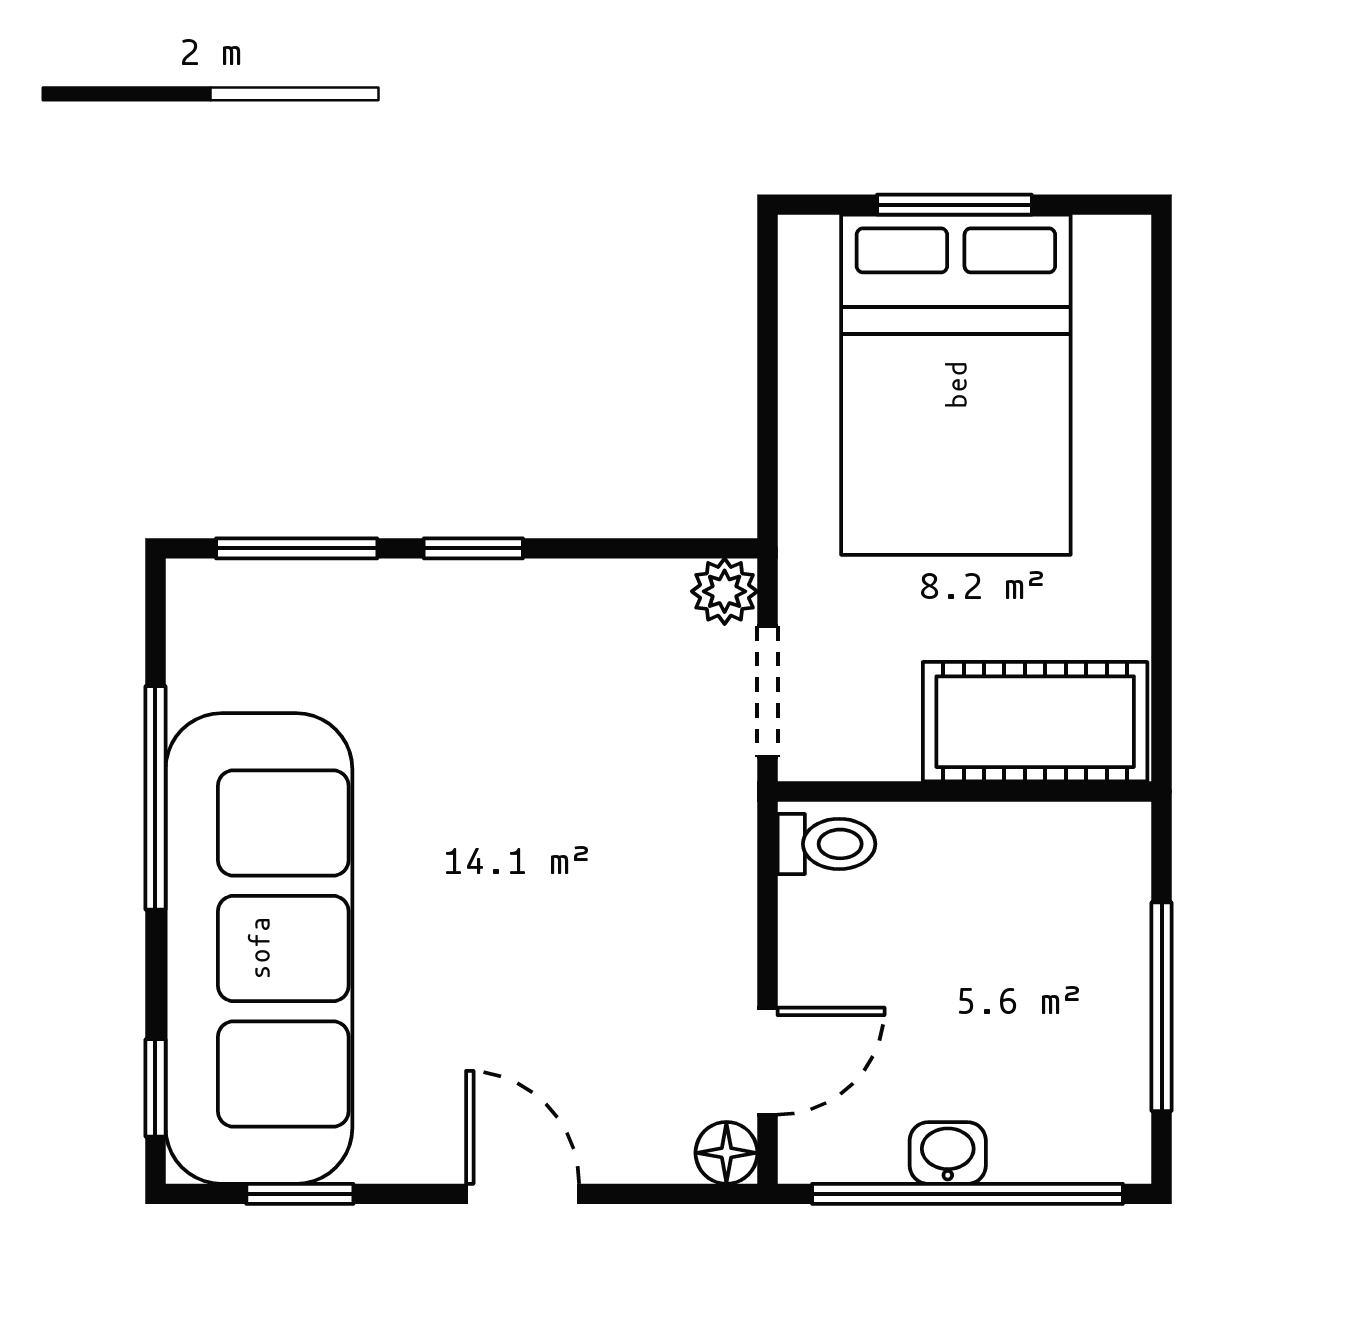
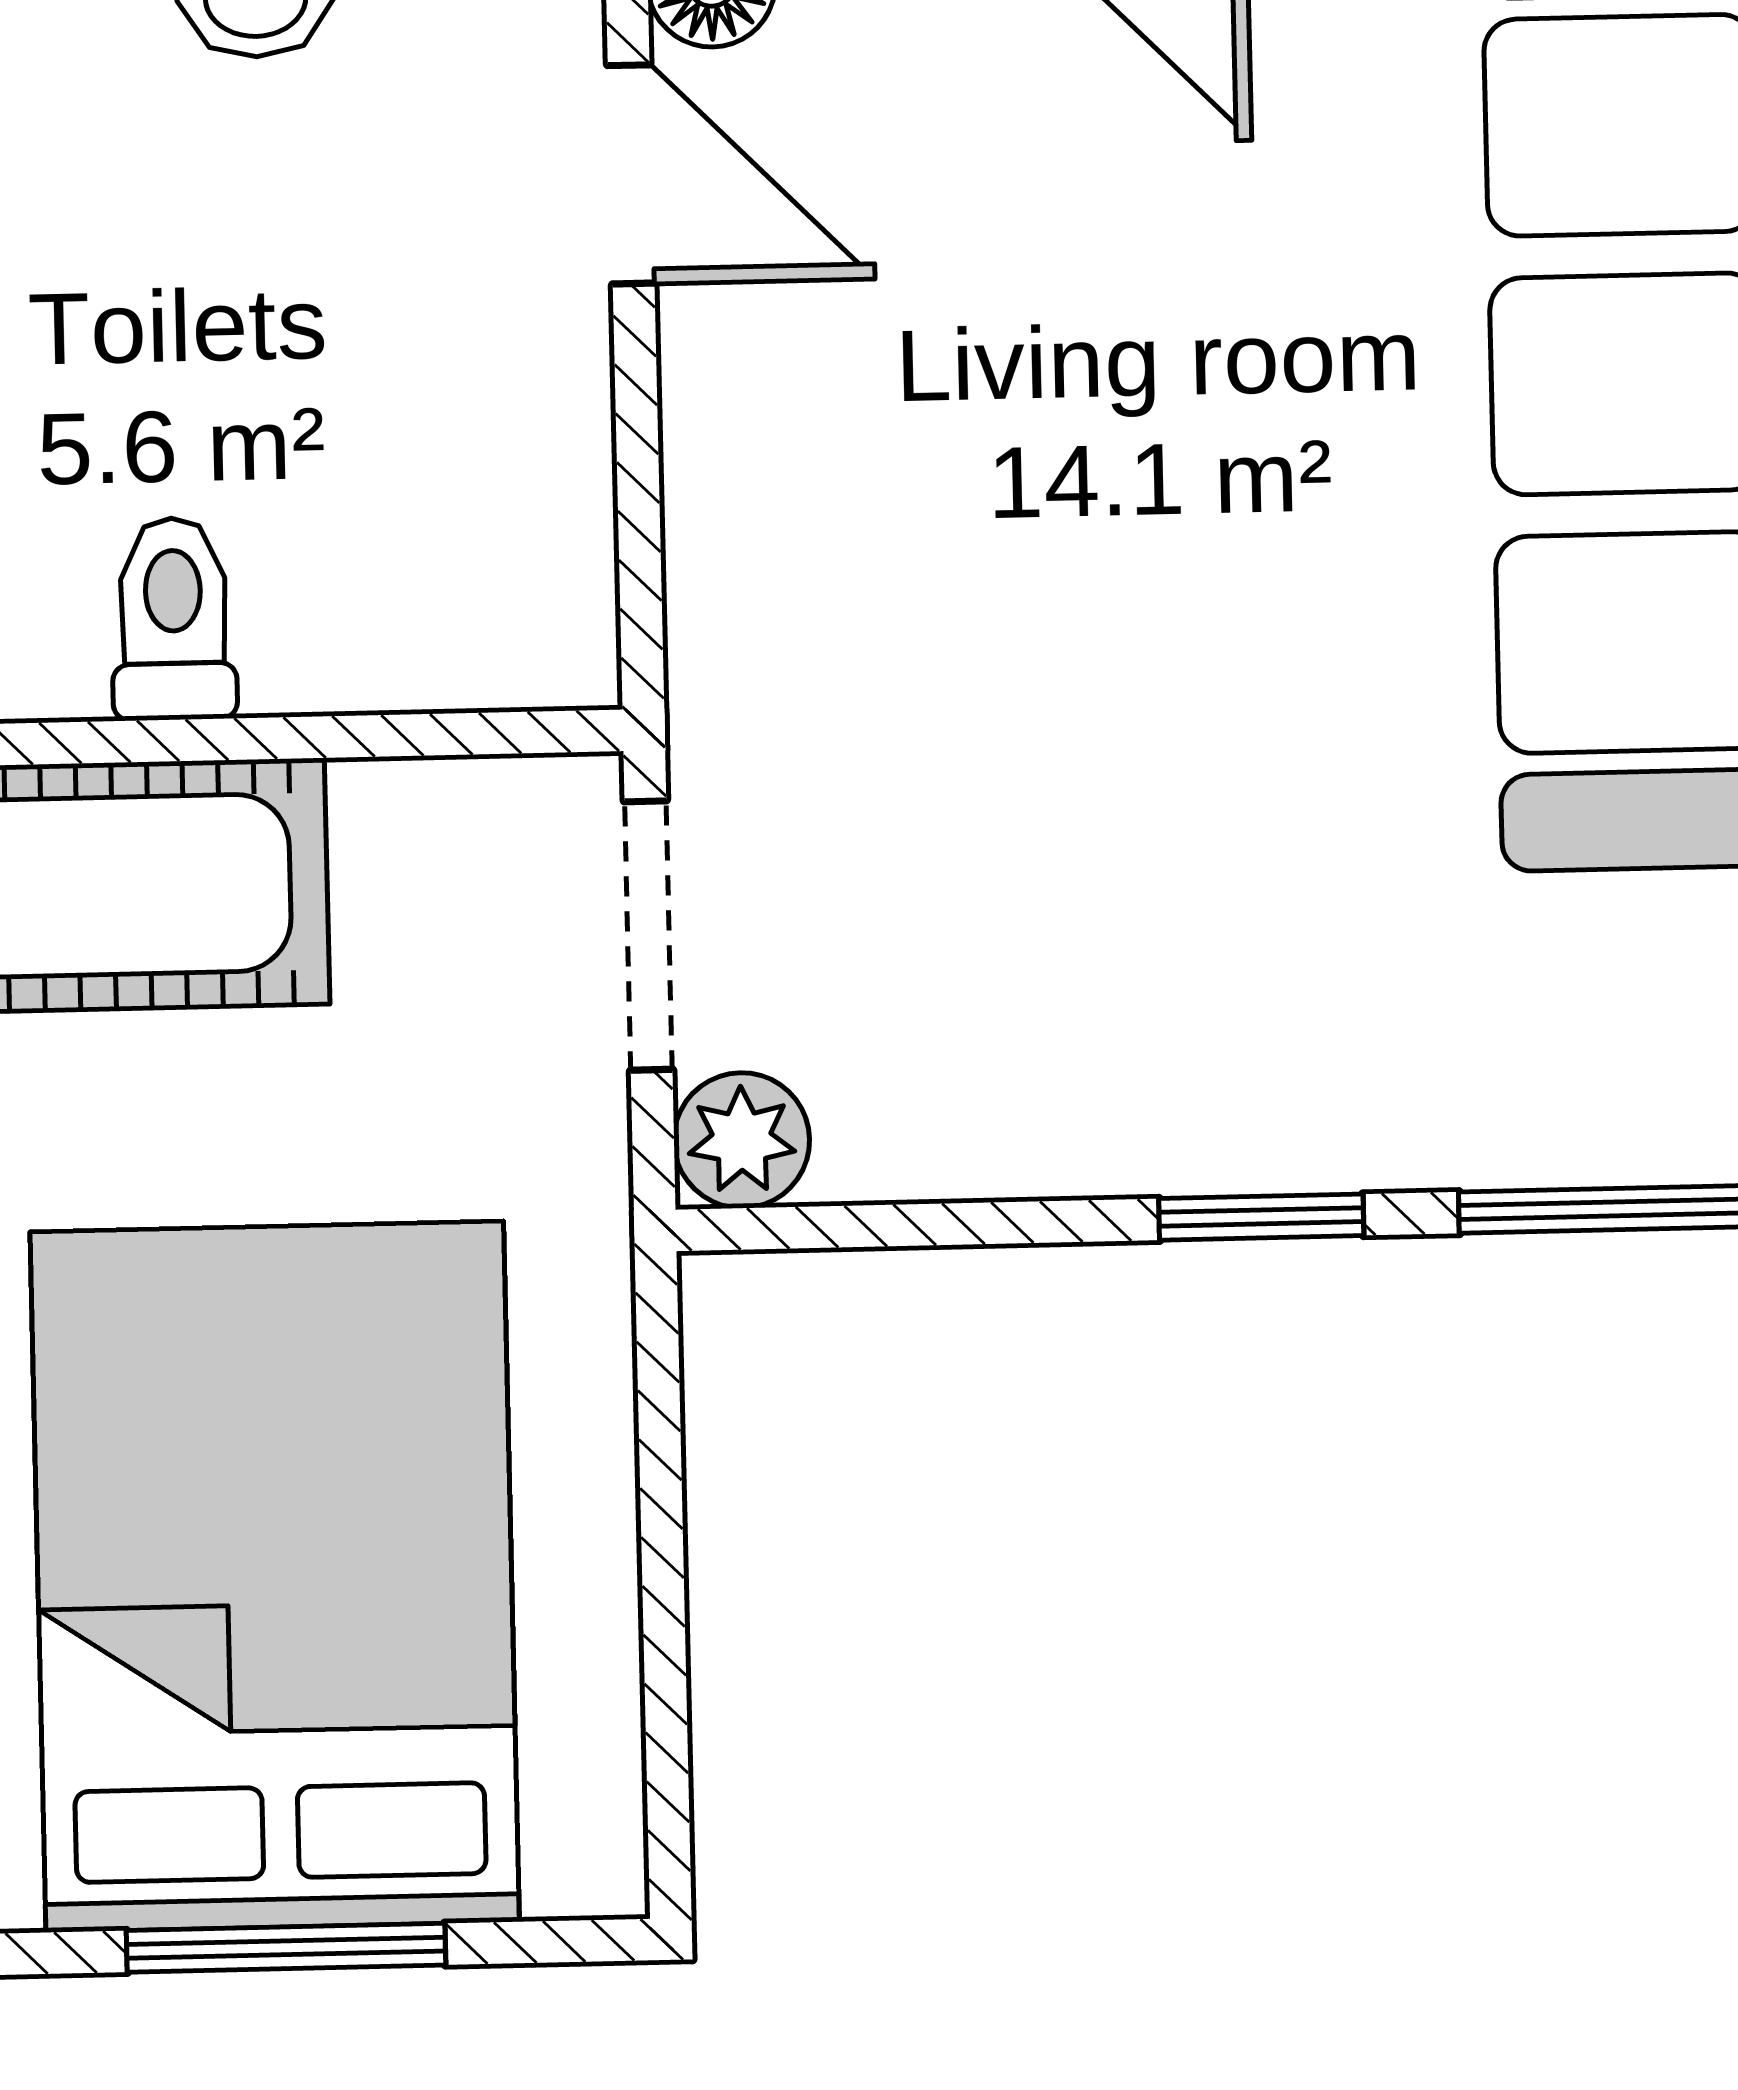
toilet: (826, 844) -> (173, 619), moved, turned 90
door: (767, 1061) -> (631, 174), swing flipped

